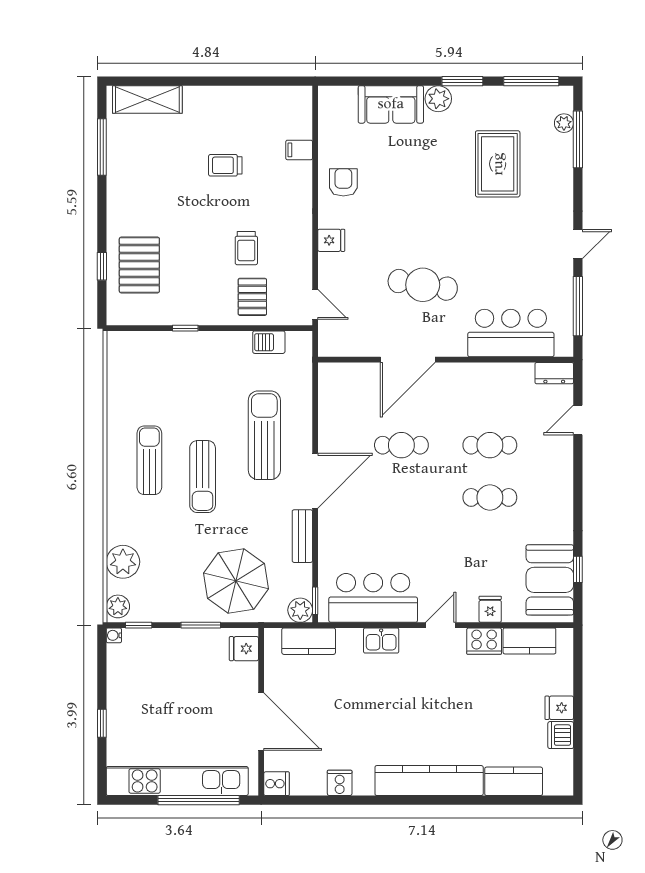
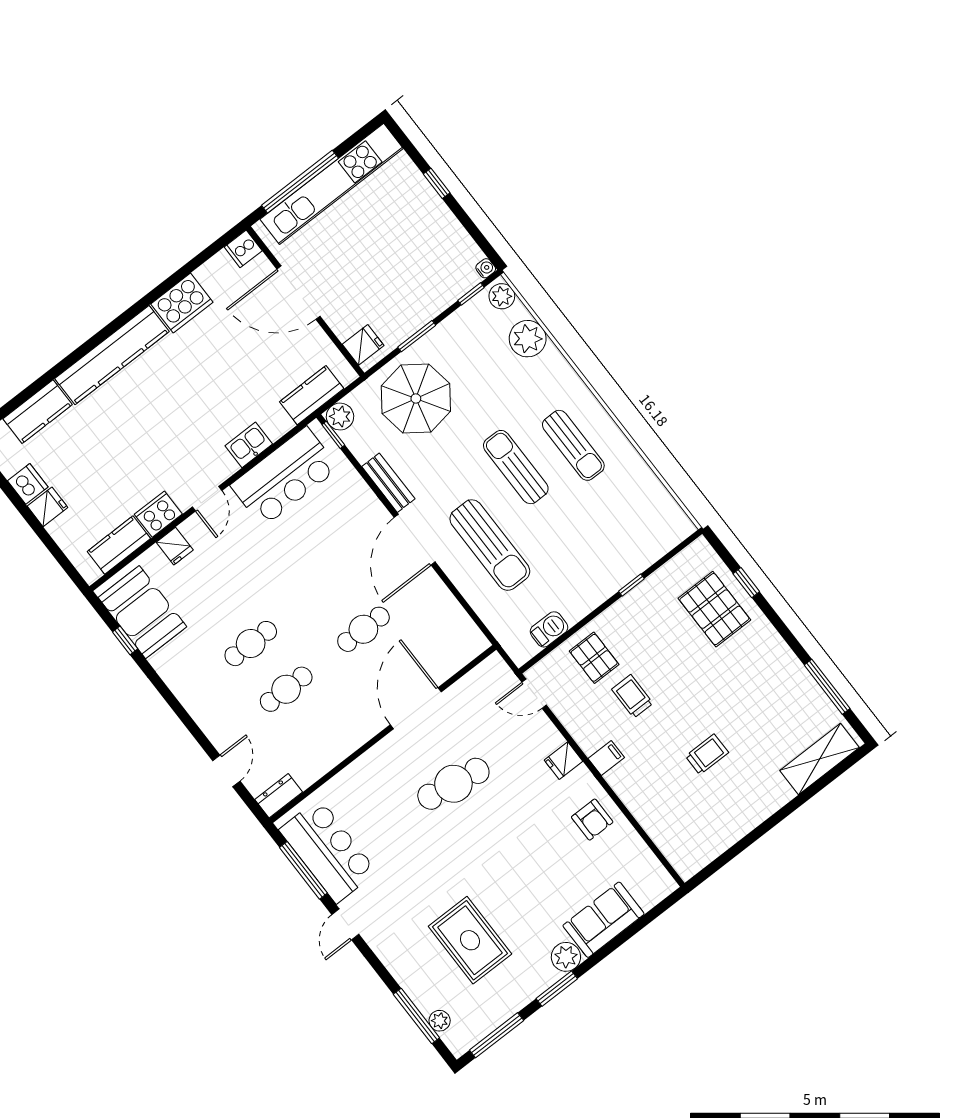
filing cabinet: (299, 150) -> (606, 758), moved
bar counter: (511, 333) -> (328, 851), moved, turned -90
cooker: (340, 783) -> (182, 303), width x1.87, depth x1.31

